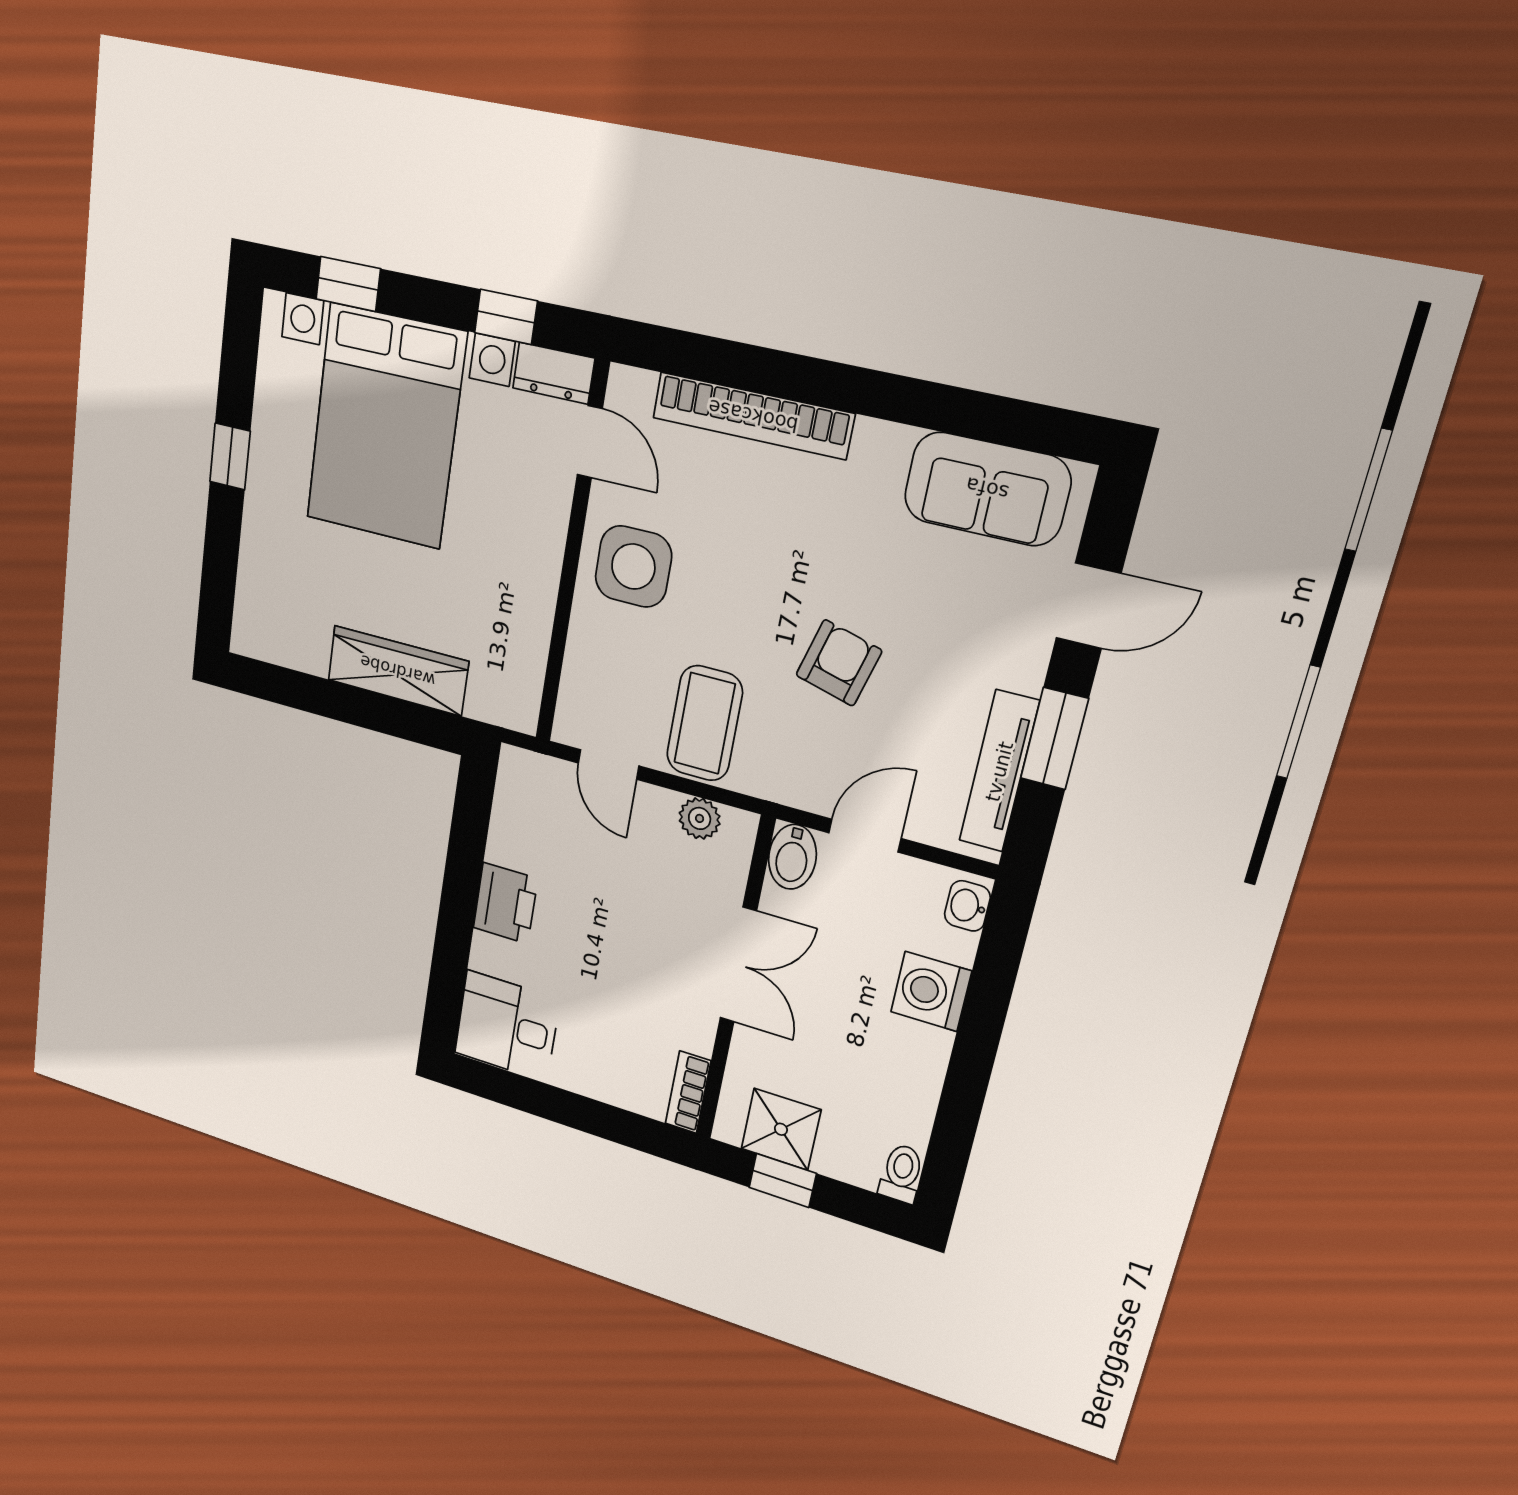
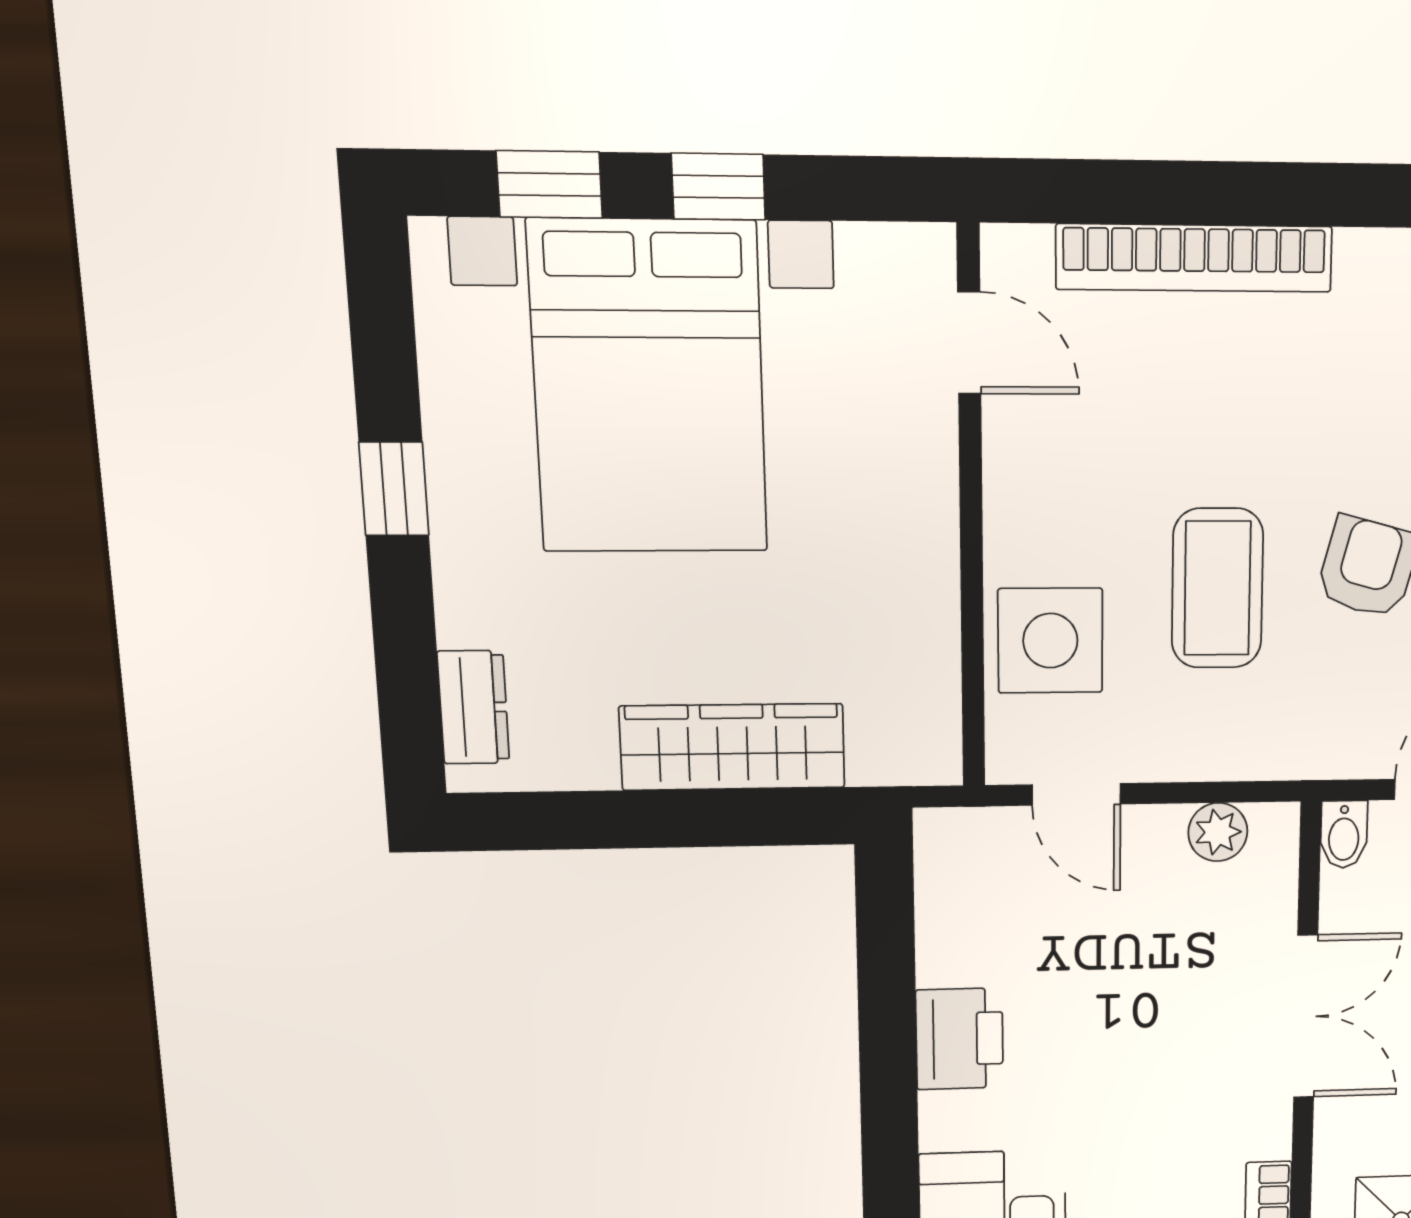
window: (506, 317) -> (718, 187), moved
dresser: (554, 373) -> (473, 707), moved, turned -90
side table: (633, 566) -> (1050, 641), moved
coffee table: (704, 723) -> (1217, 588), moved
bidet: (792, 857) -> (1344, 834), width x0.72, depth x0.74

